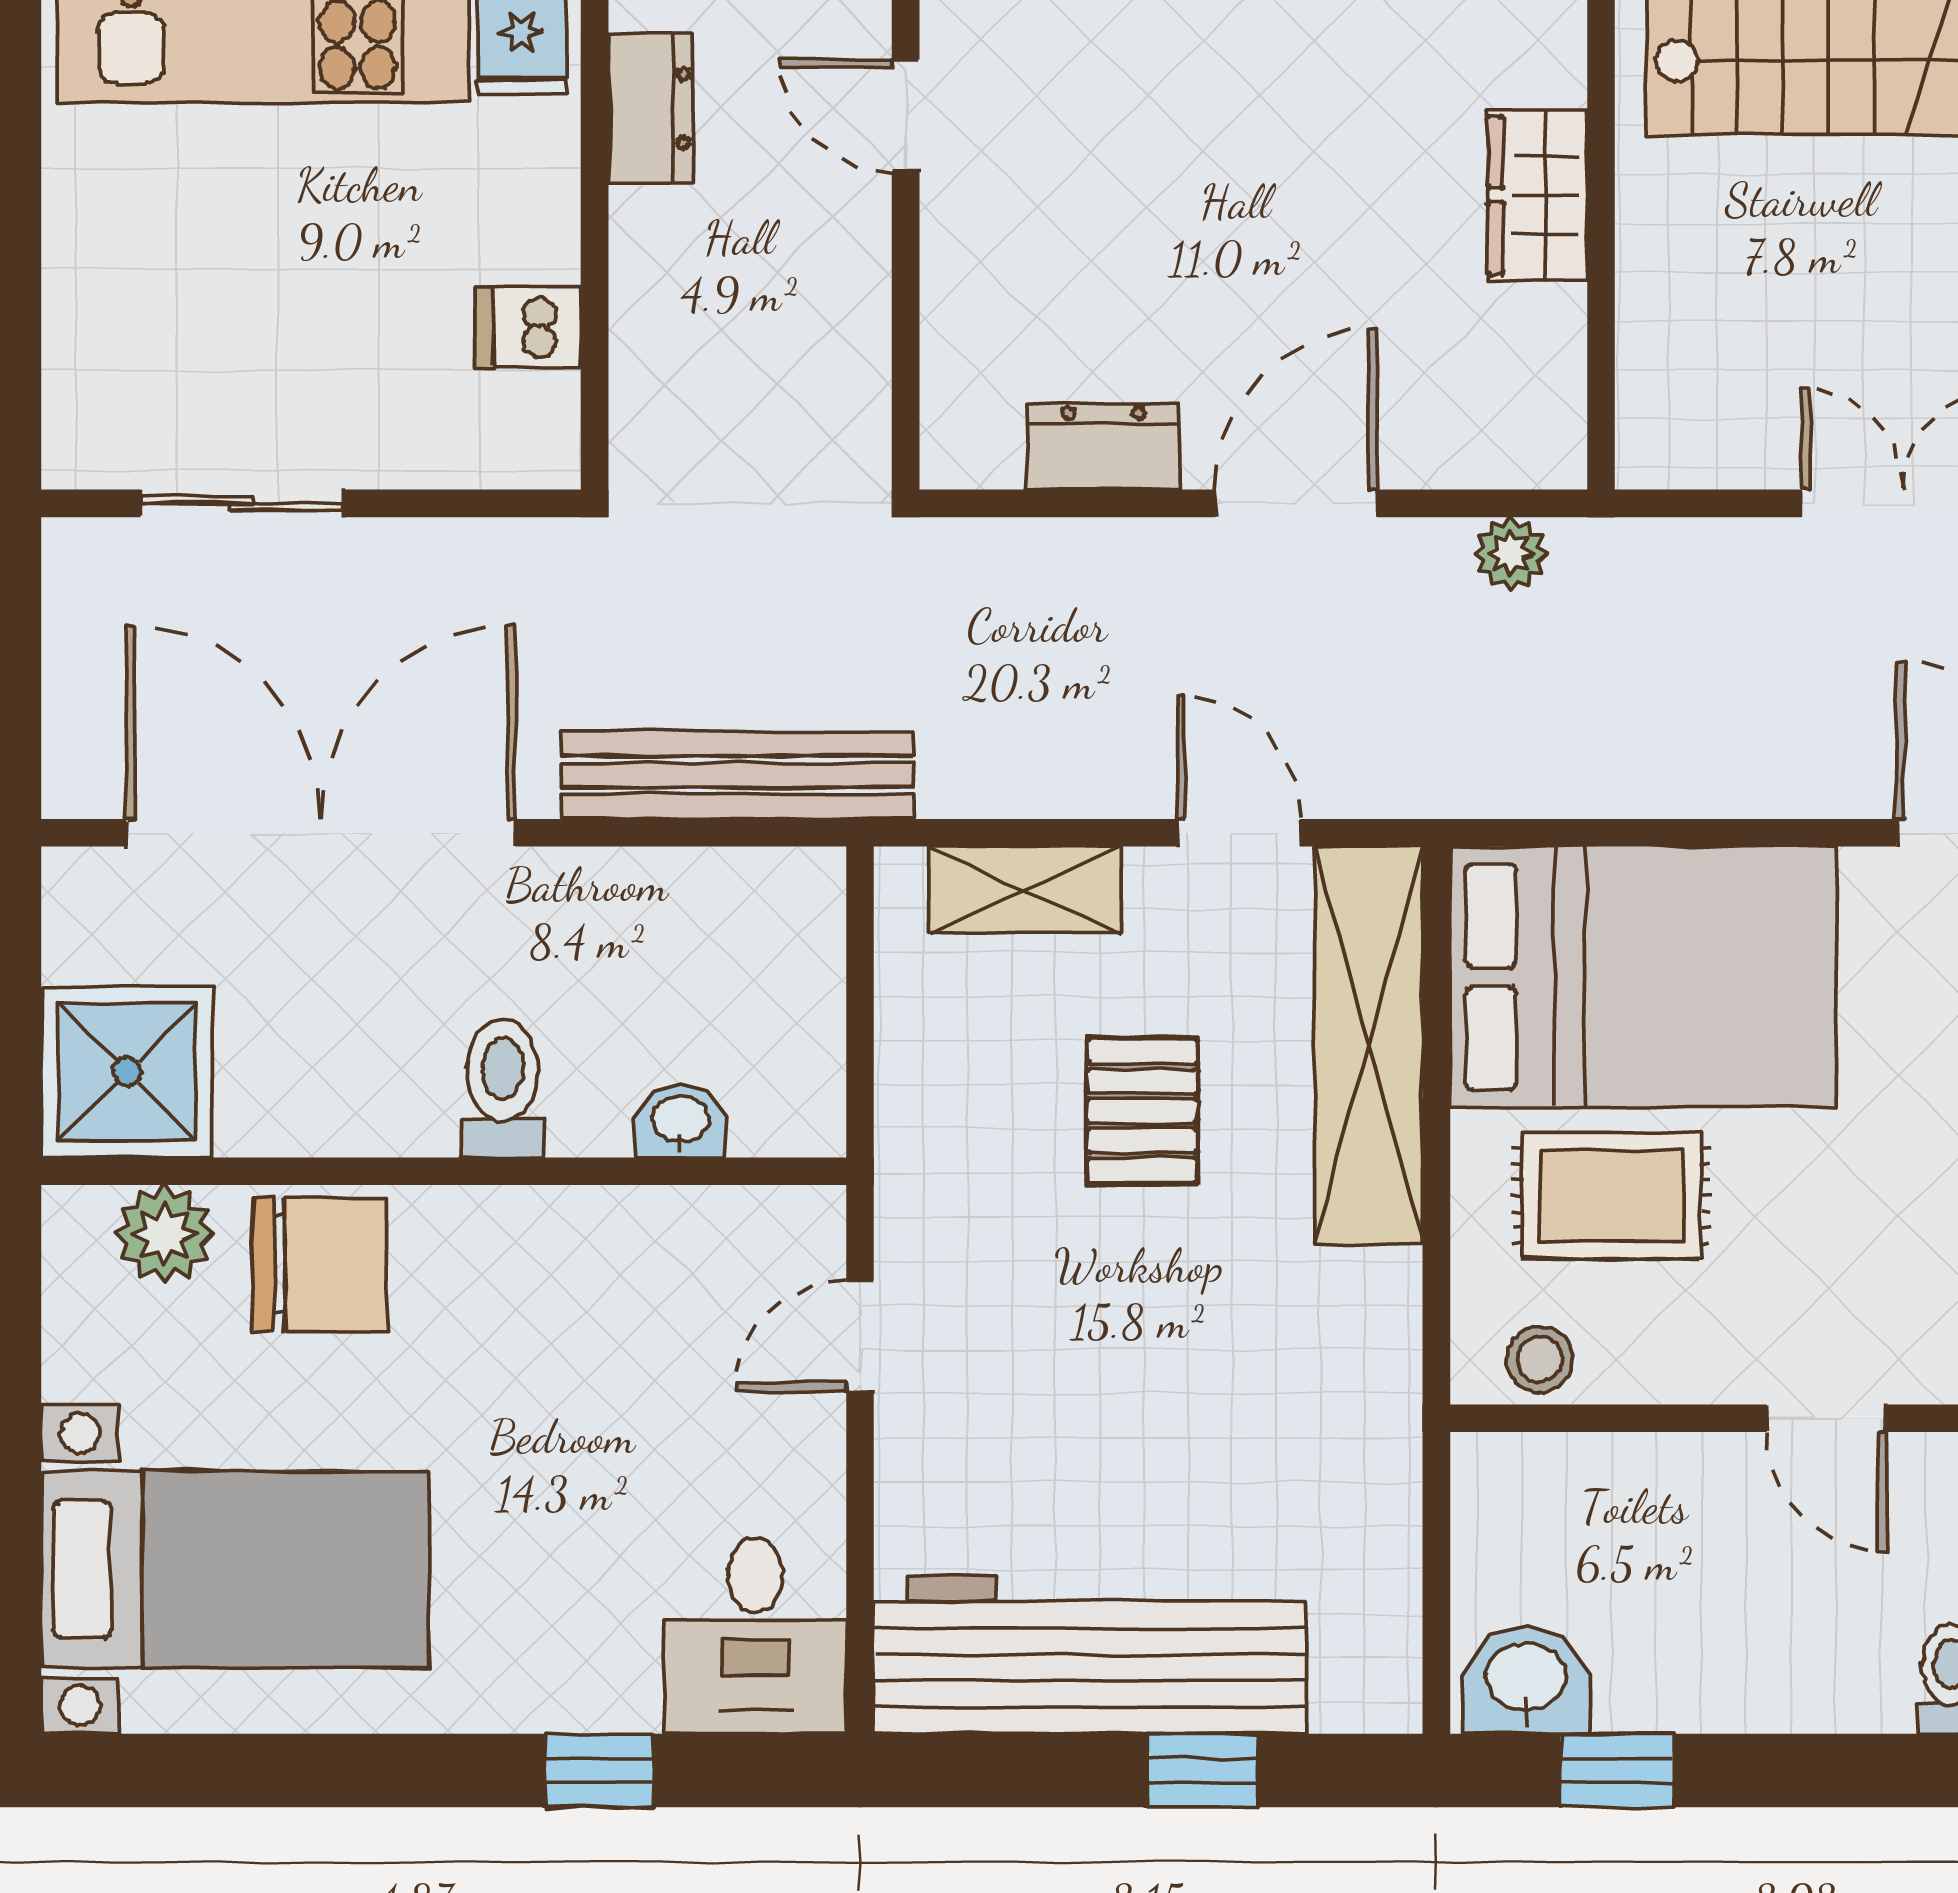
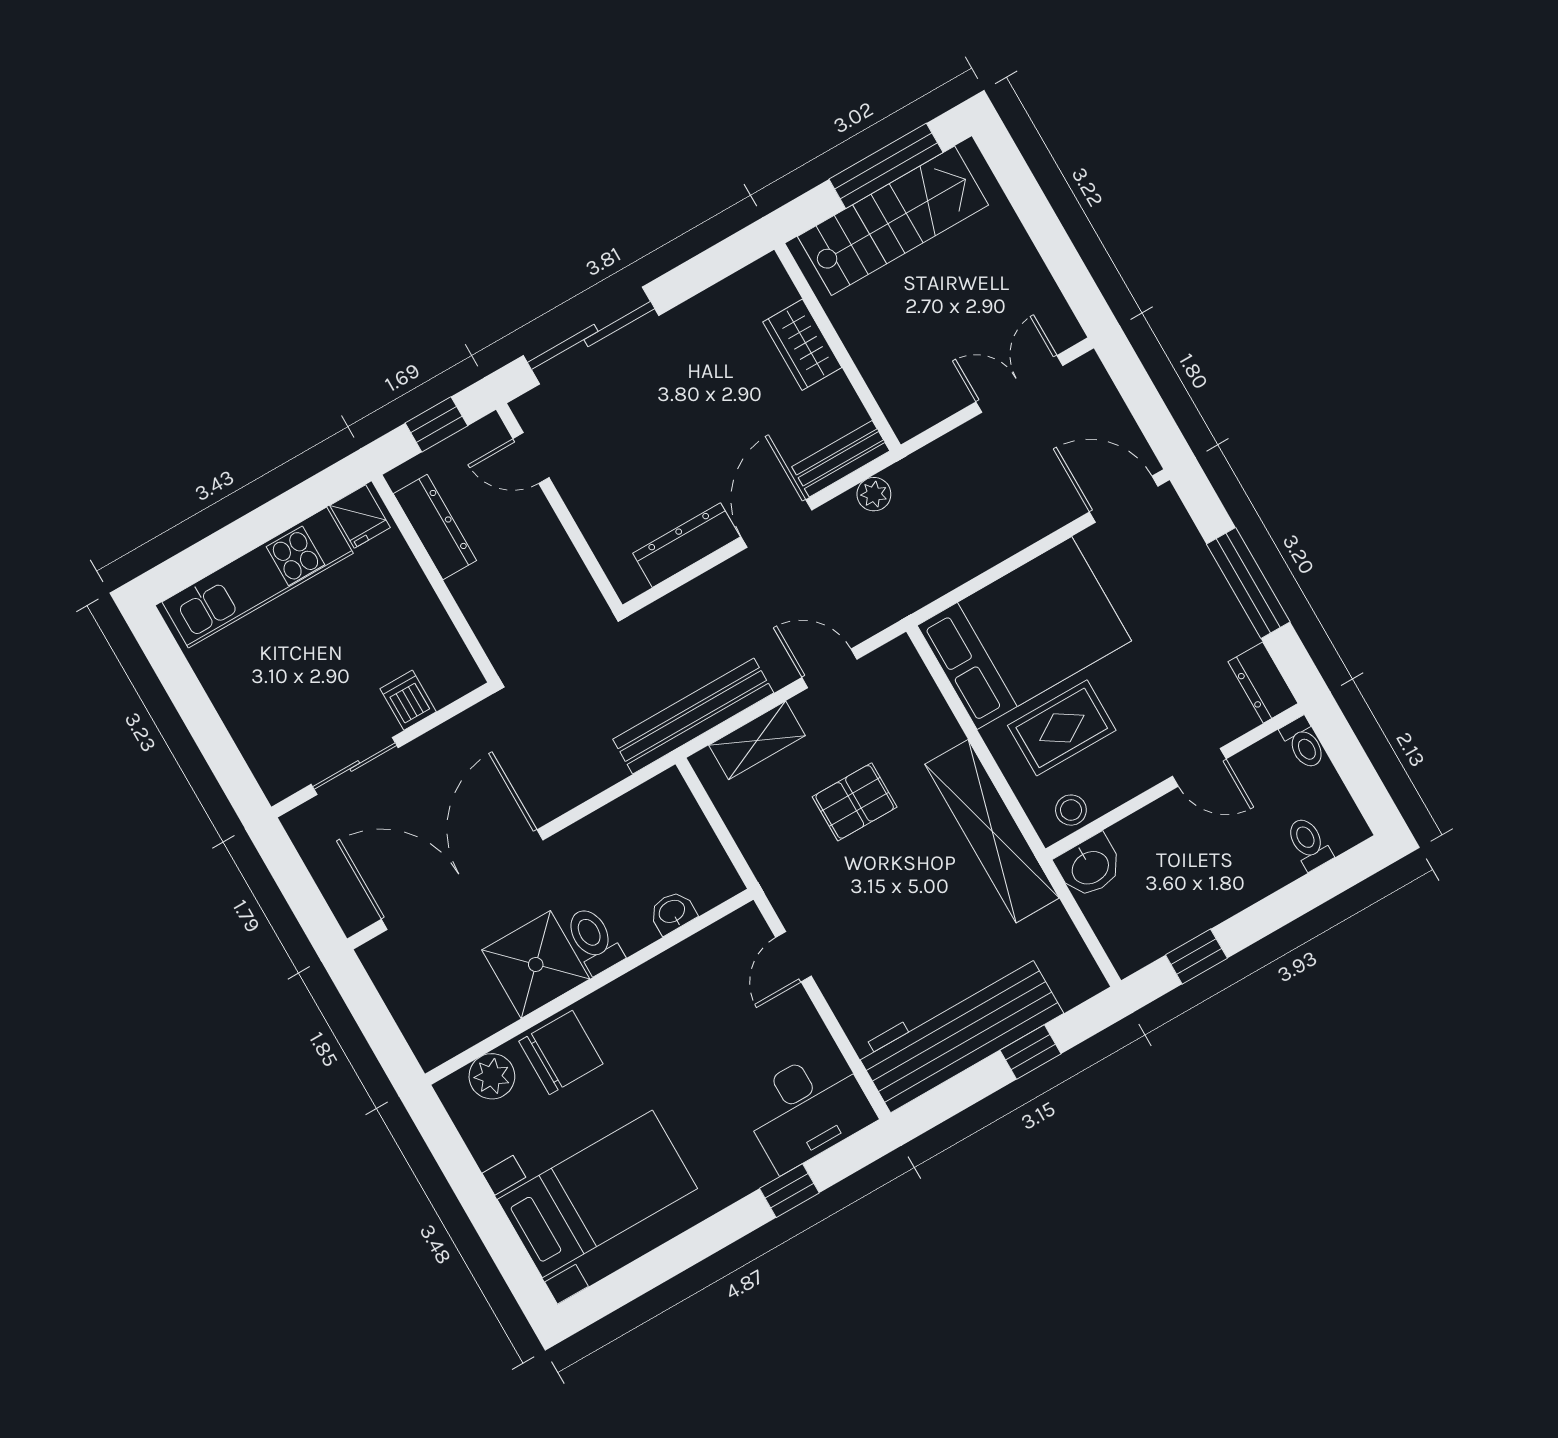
dresser: (651, 108) -> (435, 527), width x1.44
dishwasher: (529, 327) -> (408, 700), moved, turned 90
dresser: (1103, 447) -> (686, 545), width x1.44
bench: (1487, 451) -> (841, 459), added
bench: (737, 775) -> (693, 716), moved
shelving: (1368, 1045) -> (992, 831), moved
shower: (127, 1072) -> (536, 965), moved
pallet: (1142, 1111) -> (855, 802), turned 90
desk: (755, 1636) -> (807, 1109), width x1.37
washbasin: (1526, 1680) -> (1090, 866), moved, turned 180

